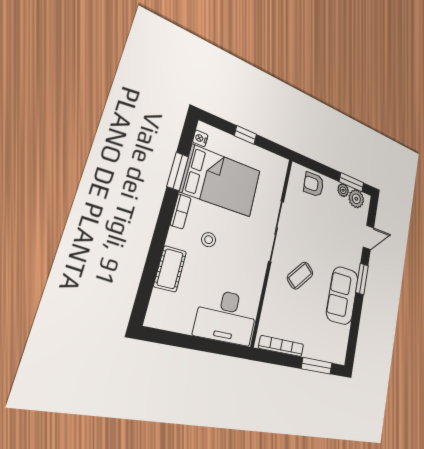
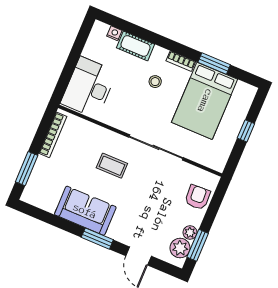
nightstand: (200, 138) -> (114, 33), moved
coffee table: (300, 275) -> (112, 166), turned -40

